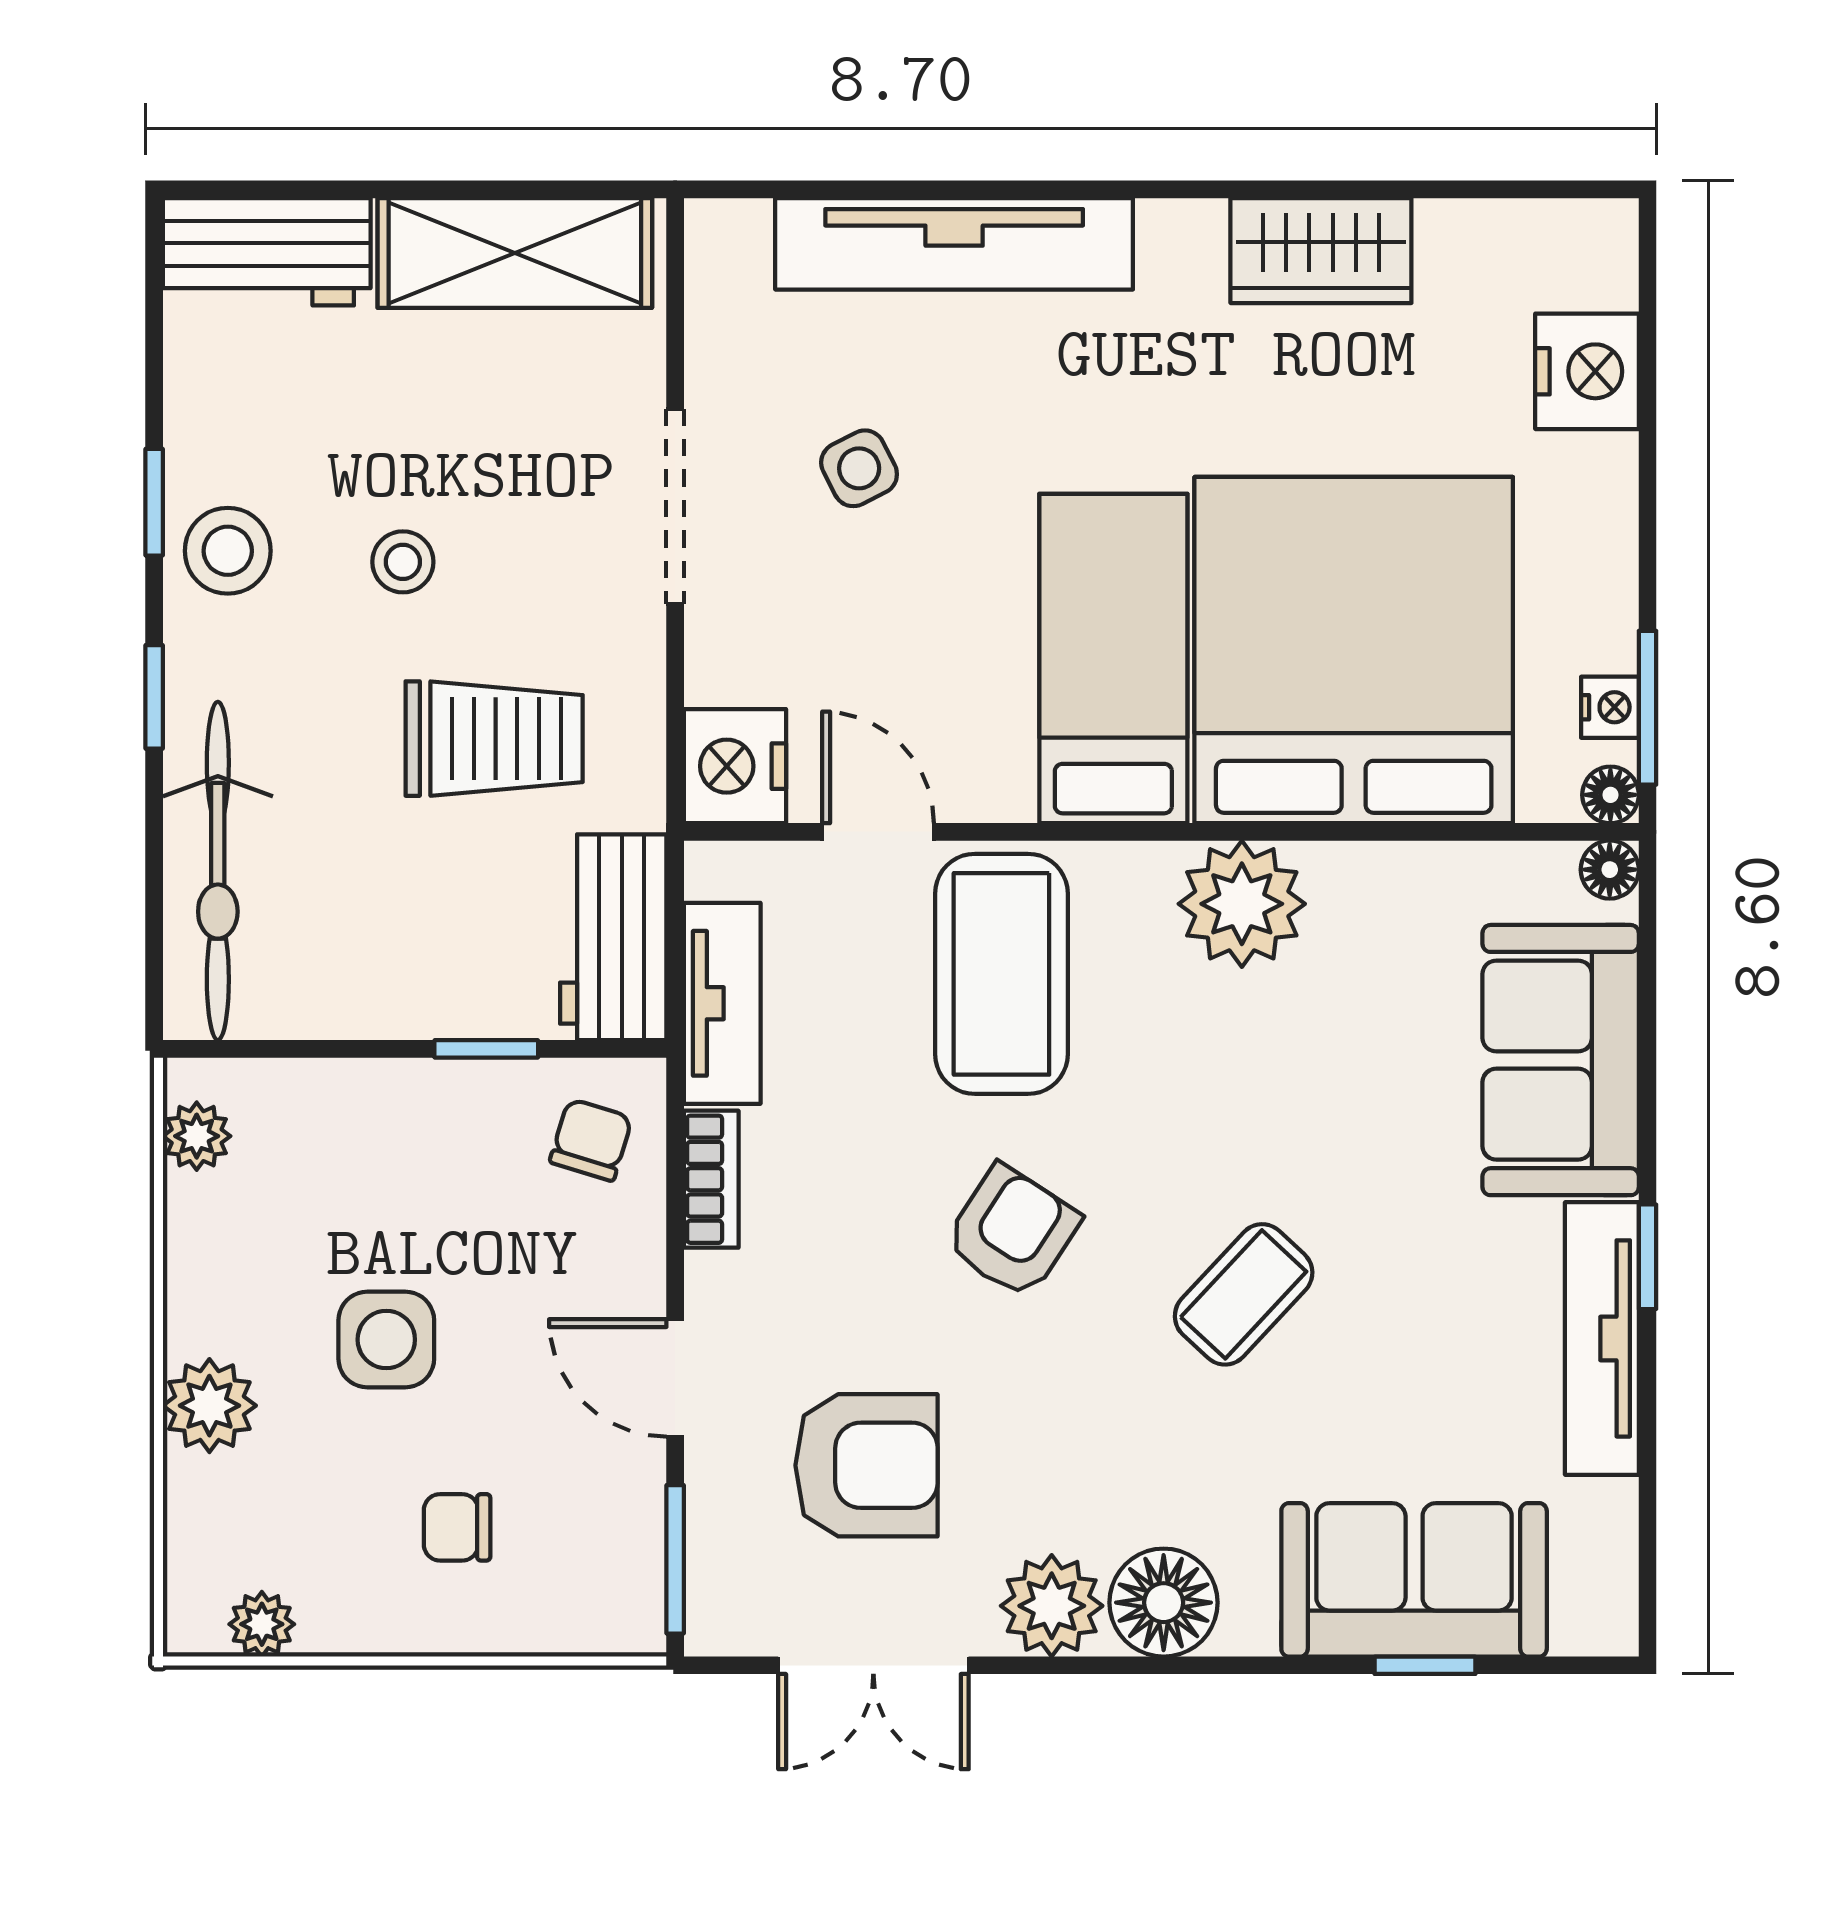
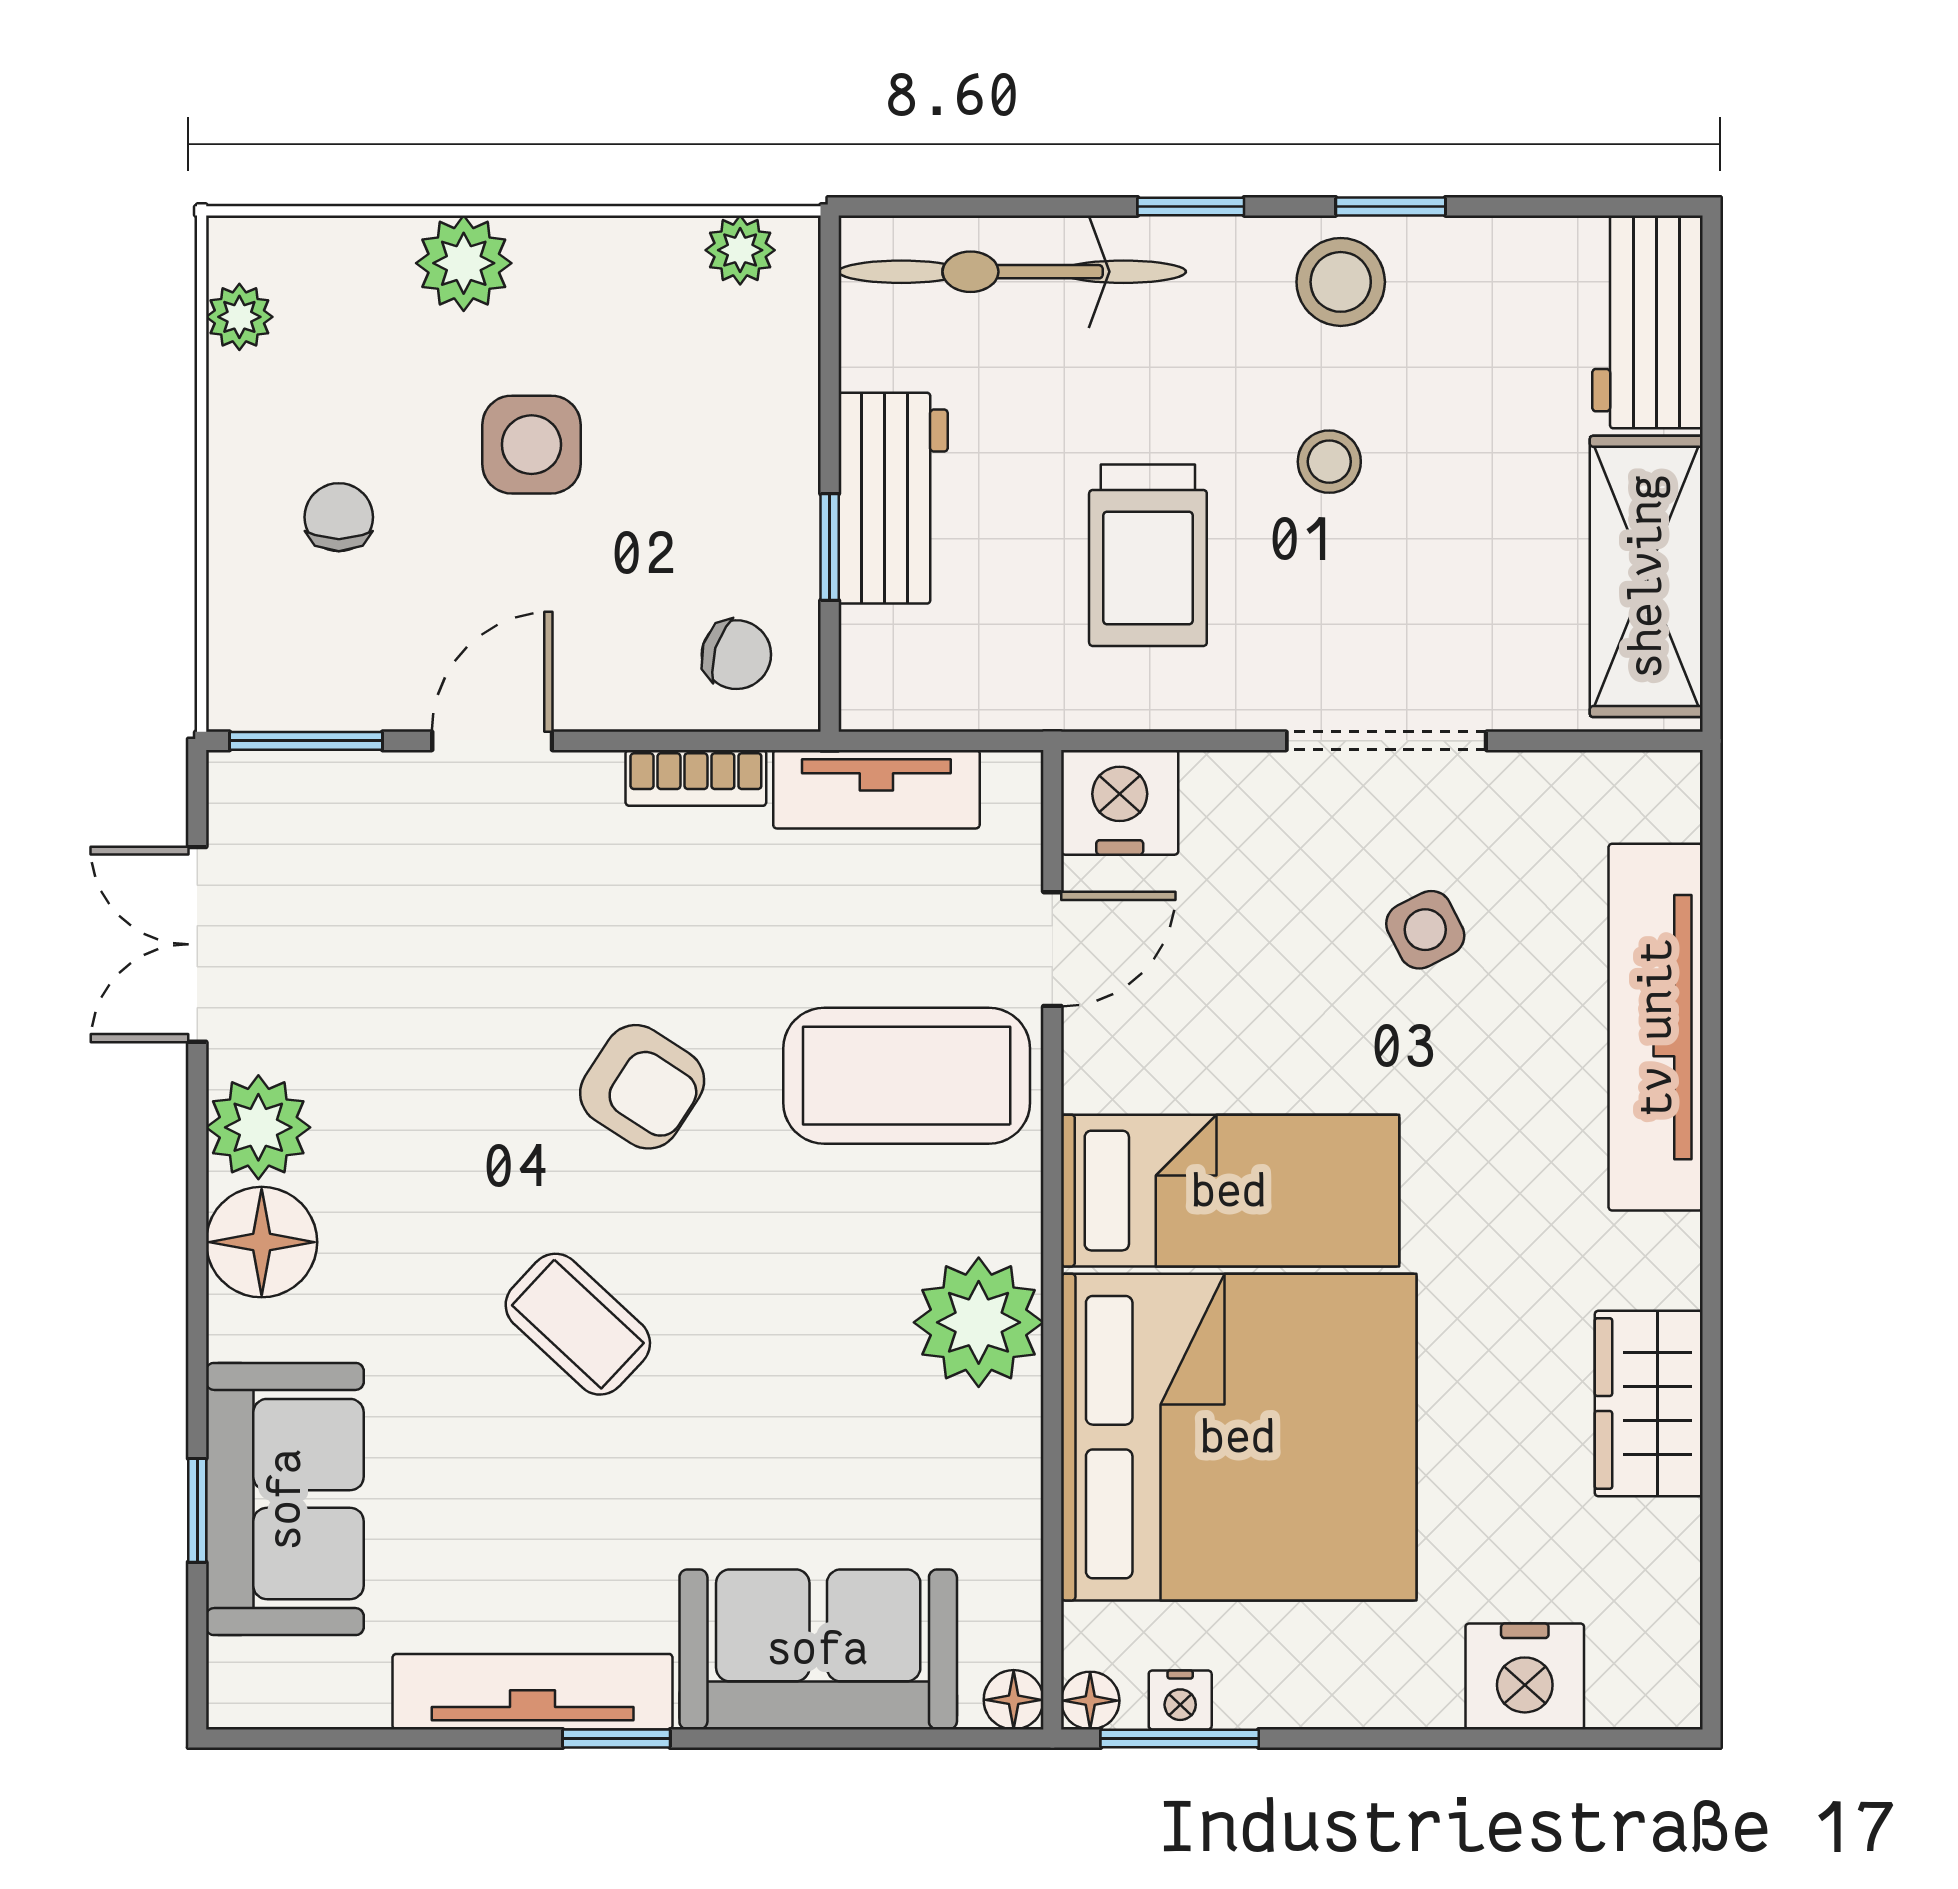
workbench: (613, 937) -> (893, 498), moved, turned 90
armchair: (867, 1465) -> (402, 937), removed

